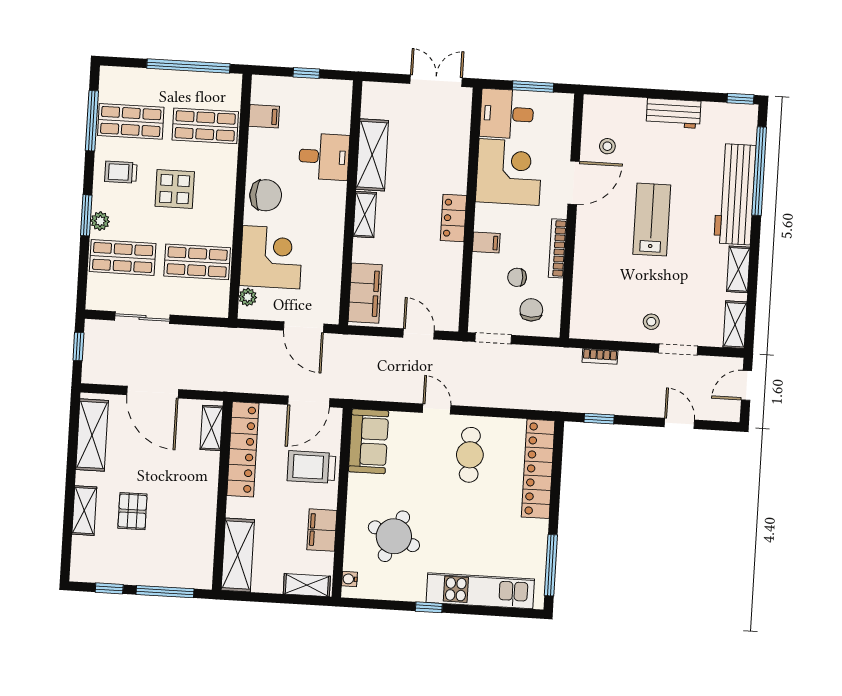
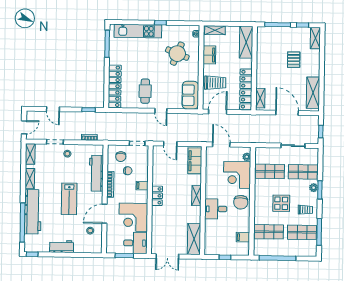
shelving: (372, 155) -> (194, 239), moved
desk: (324, 157) -> (216, 209), moved
chair: (266, 195) -> (241, 202), turned -88
workbench: (588, 275) -> (96, 173), added
shelving: (84, 511) -> (315, 38), moved

